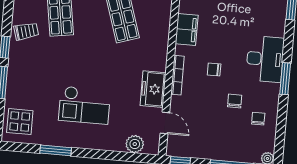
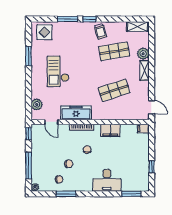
desk: (265, 59) -> (107, 180), moved
window: (285, 79) -> (66, 194), moved
freezer: (153, 89) -> (76, 113), width x1.40
door: (165, 123) -> (51, 122), hinge flipped

